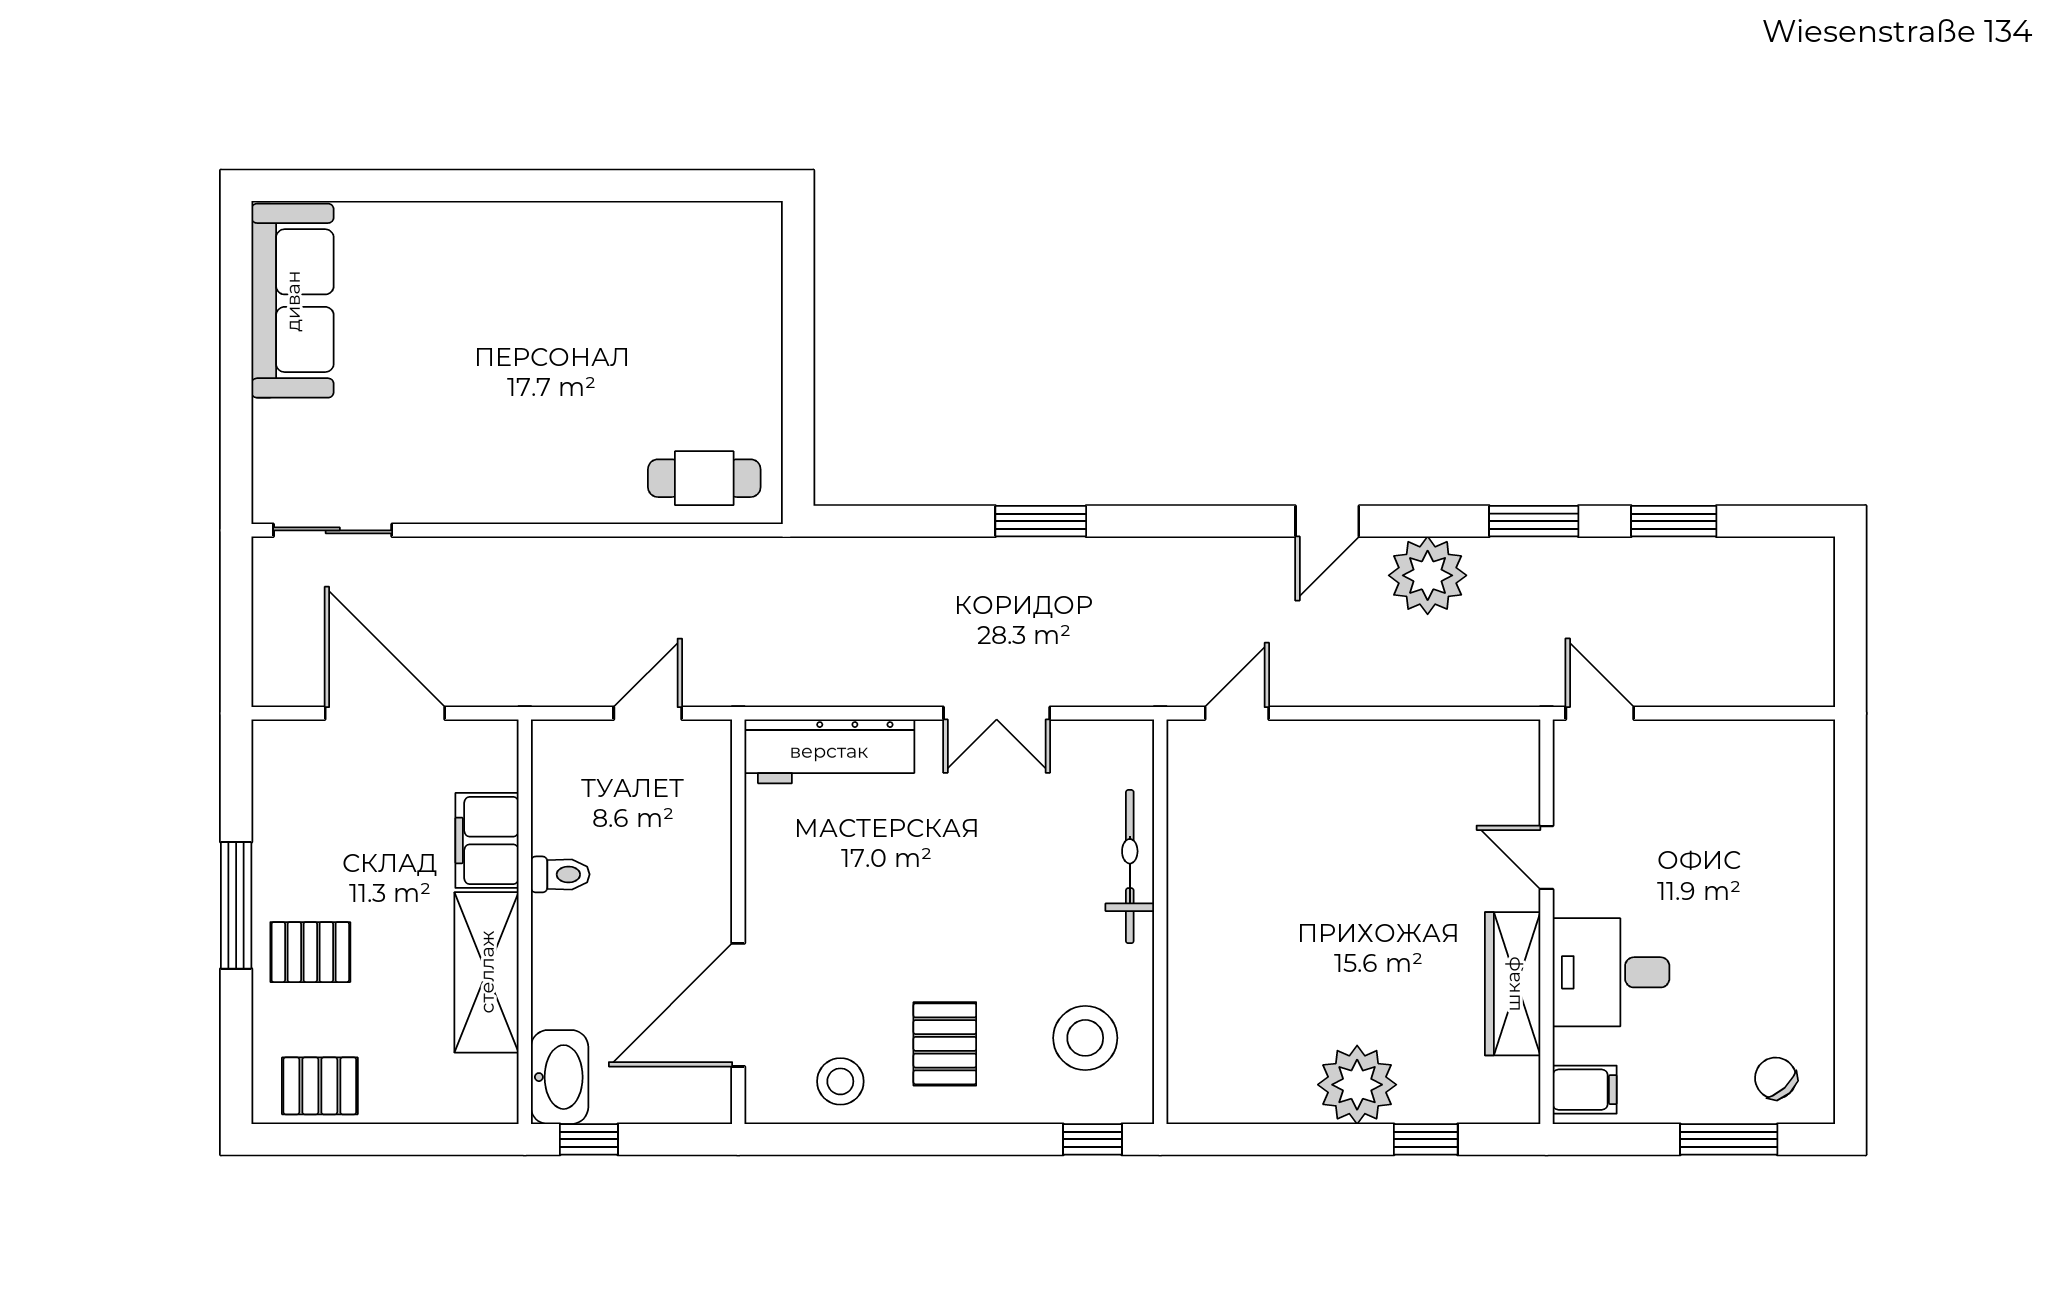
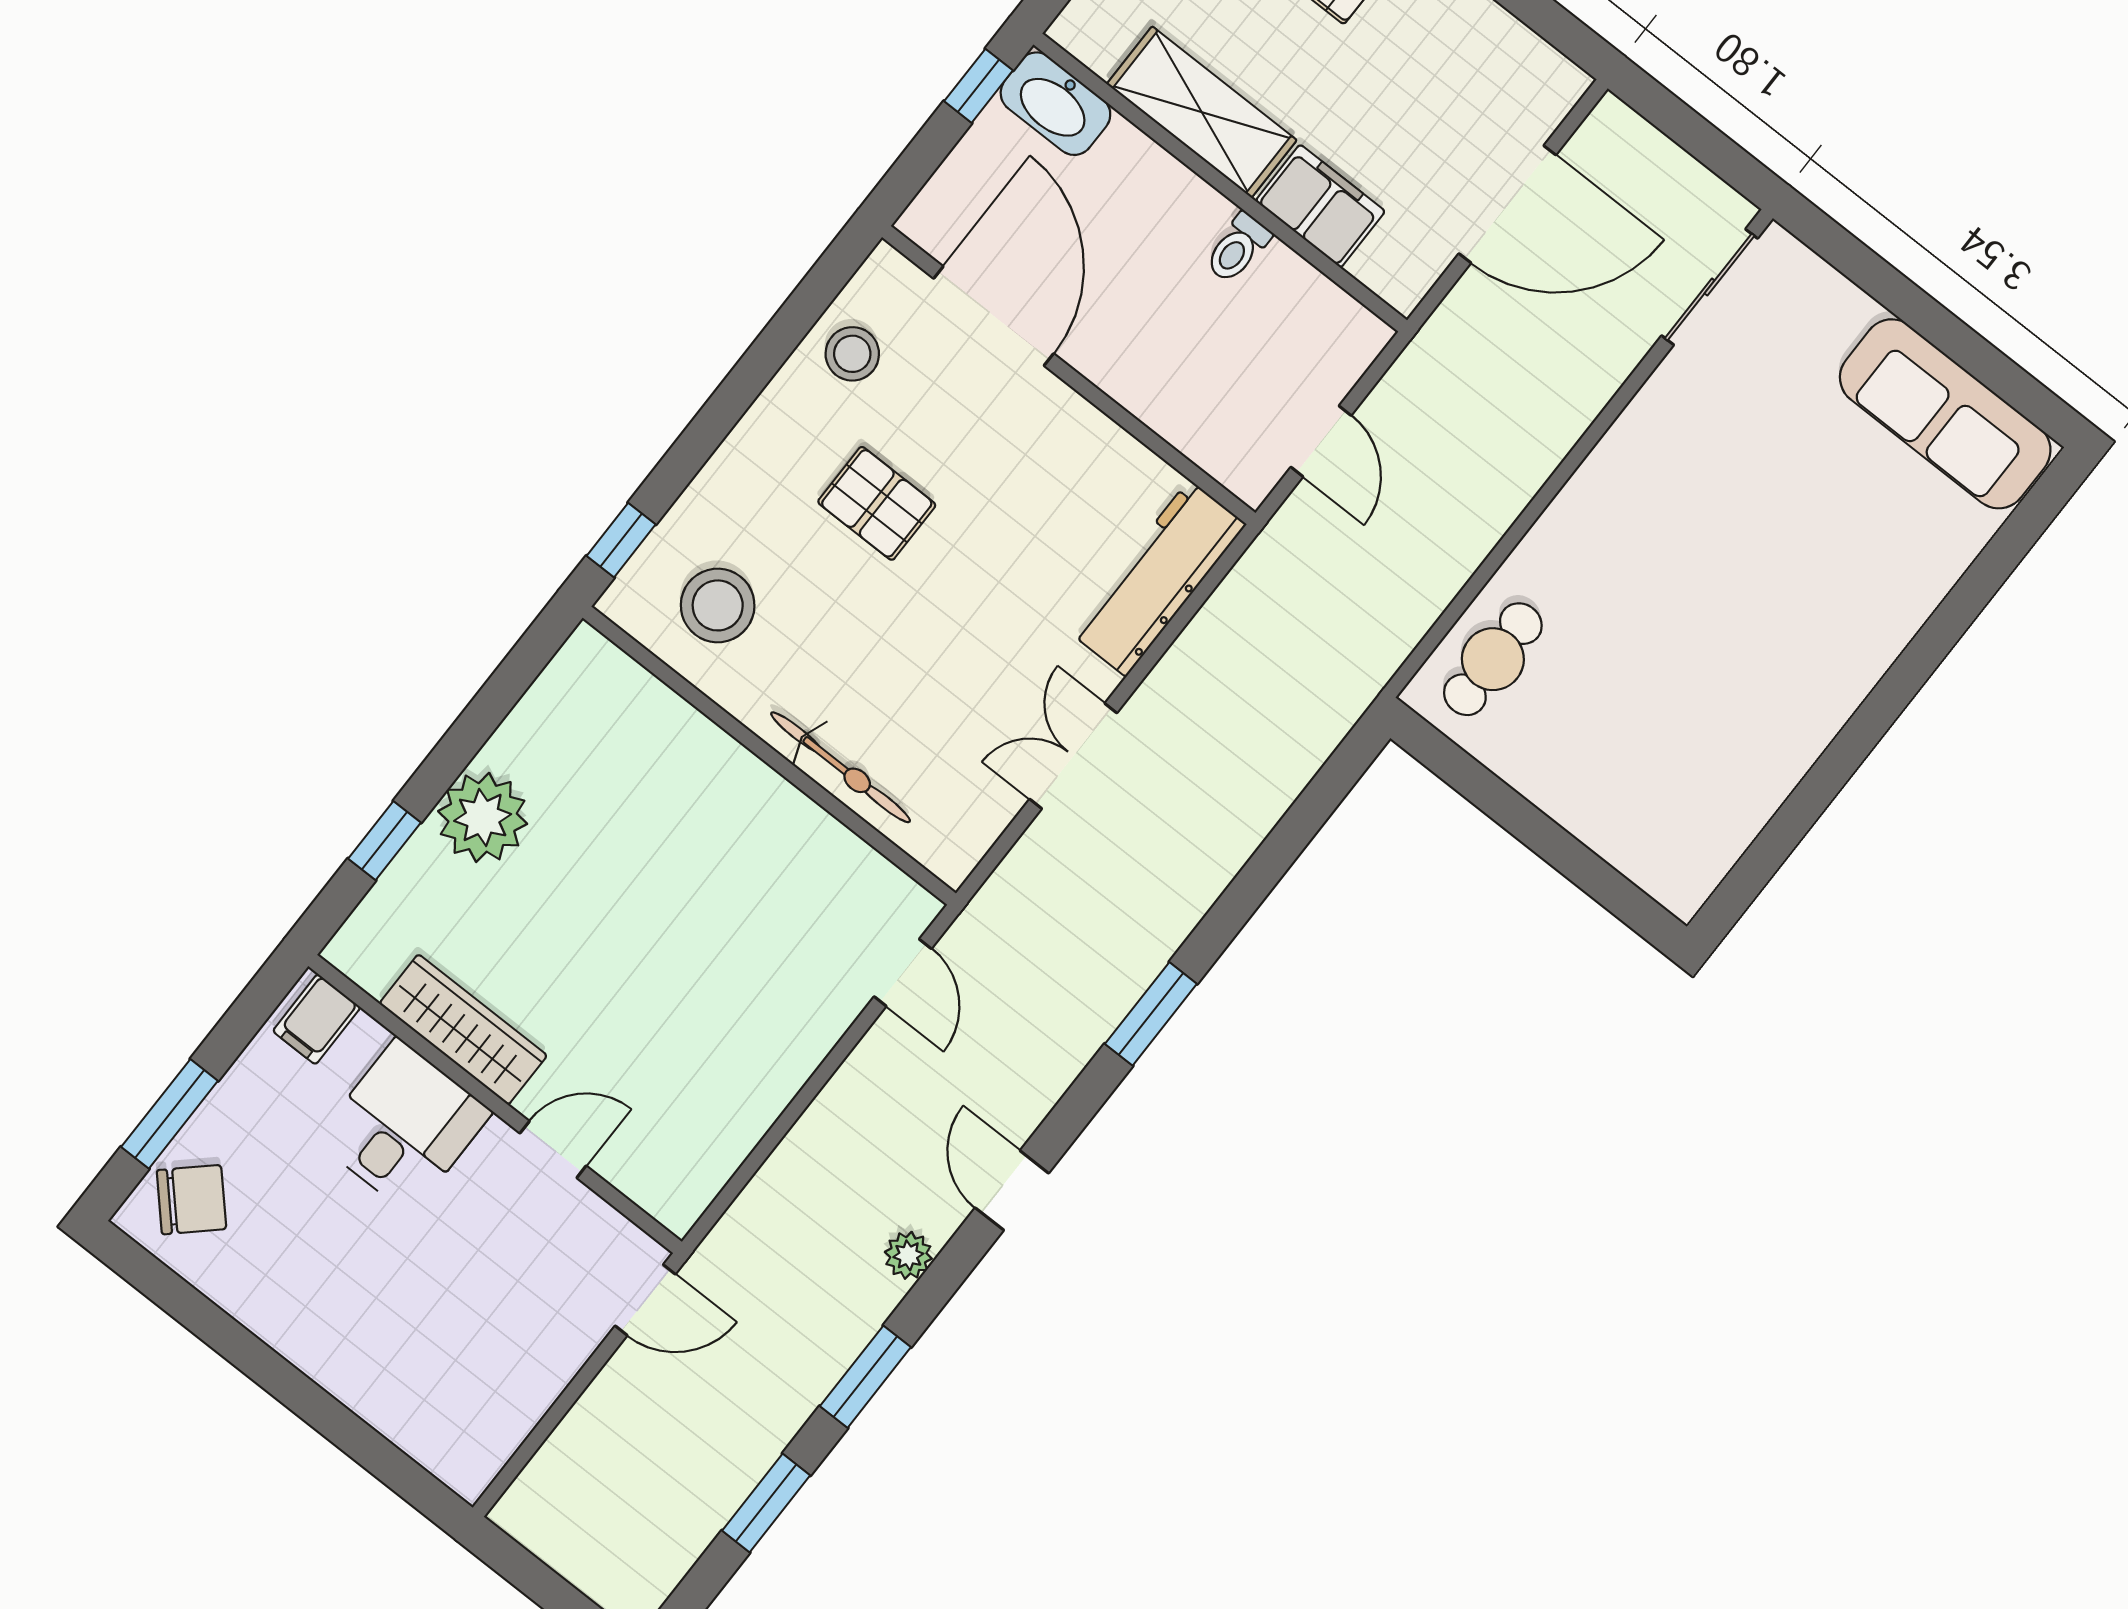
window: (1041, 521) -> (1151, 1014), moved
plant: (1428, 575) -> (908, 1255), width x0.53, depth x0.53
pallet: (945, 1044) -> (877, 503), moved
chair: (1776, 1078) -> (191, 1200), width x1.37, depth x1.37

